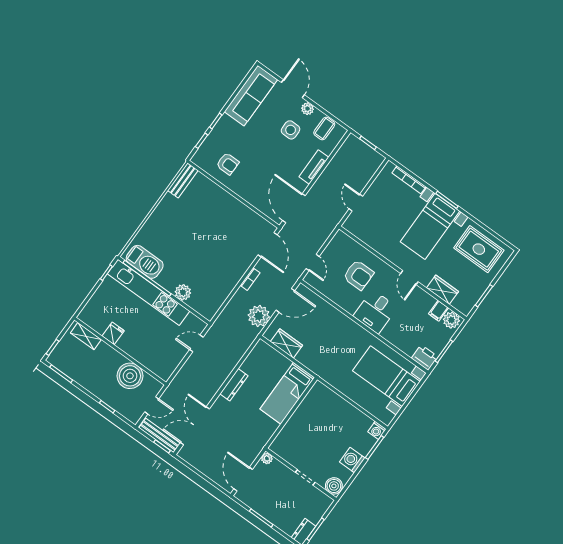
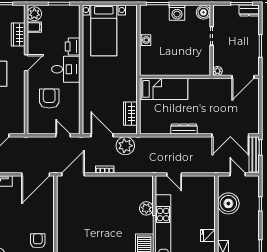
door: (313, 262) -> (63, 135), hinge flipped
printer: (425, 358) -> (73, 46), moved
washing machine: (377, 430) -> (145, 40), moved

